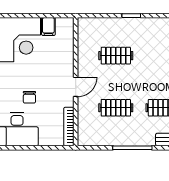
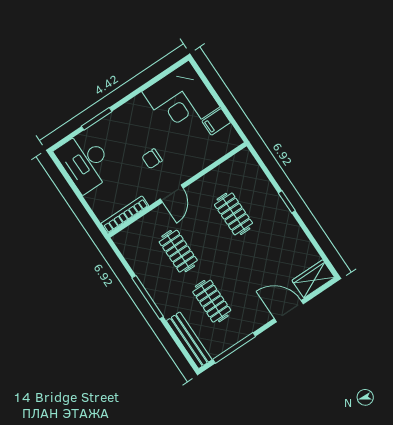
door: (76, 87) -> (172, 194), hinge flipped
chair: (29, 97) -> (152, 159), moved

